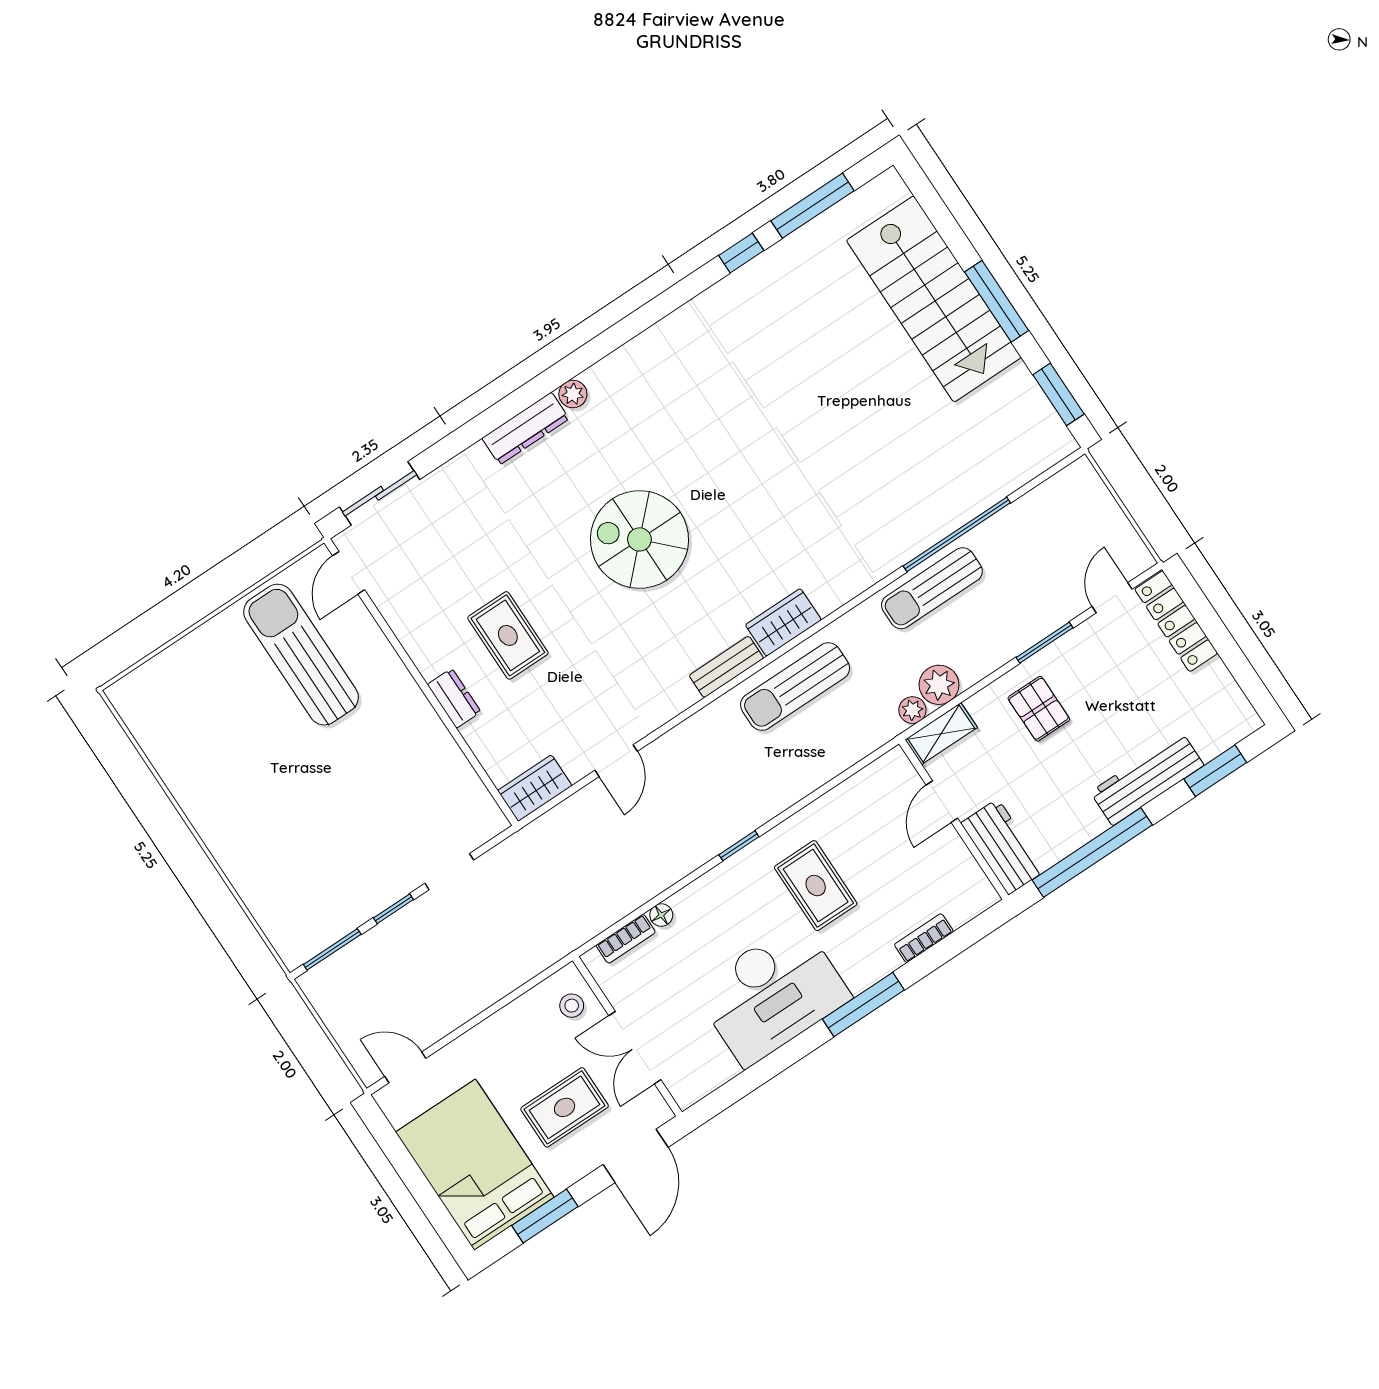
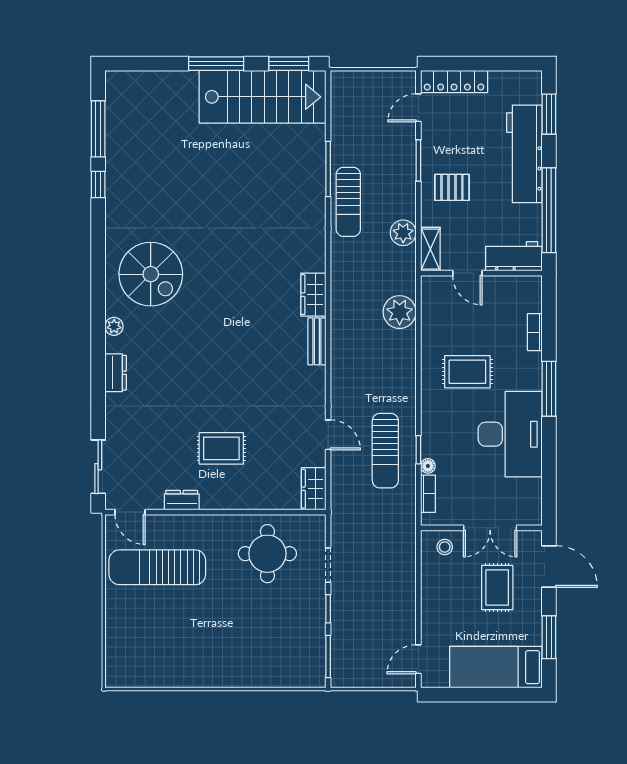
stairs: (934, 299) -> (263, 97), moved
dresser: (525, 429) -> (116, 373), width x0.70
window: (957, 534) -> (328, 169), width x0.68
spiral stairs: (639, 539) -> (151, 274), moved, turned -90
door: (1112, 598) -> (418, 108), hinge flipped
sun lounger: (795, 687) -> (385, 451), moved
dresser: (454, 698) -> (182, 500), moved
plant: (912, 710) -> (400, 312), moved, width x1.88, depth x1.88
workbench: (1147, 779) -> (524, 154), width x1.36, depth x1.32
round table: (412, 784) -> (267, 554), added
window: (739, 846) -> (418, 450), moved
bed: (475, 1165) -> (496, 667), width x0.67

